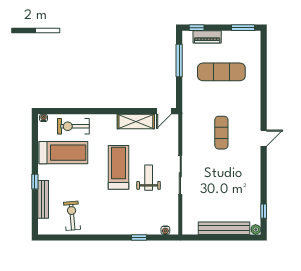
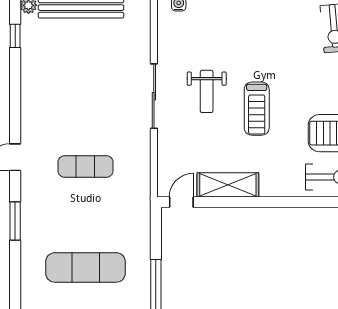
window: (264, 100) -> (15, 221), added
exercise mat: (221, 133) -> (86, 166), turned 90
treadmill: (119, 167) -> (257, 109), width x0.73, depth x0.73

